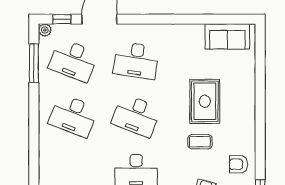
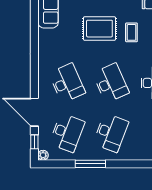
desk: (136, 60) -> (67, 83), turned -33
window: (34, 63) -> (90, 164), moved
desk: (136, 116) -> (111, 83), turned -45

